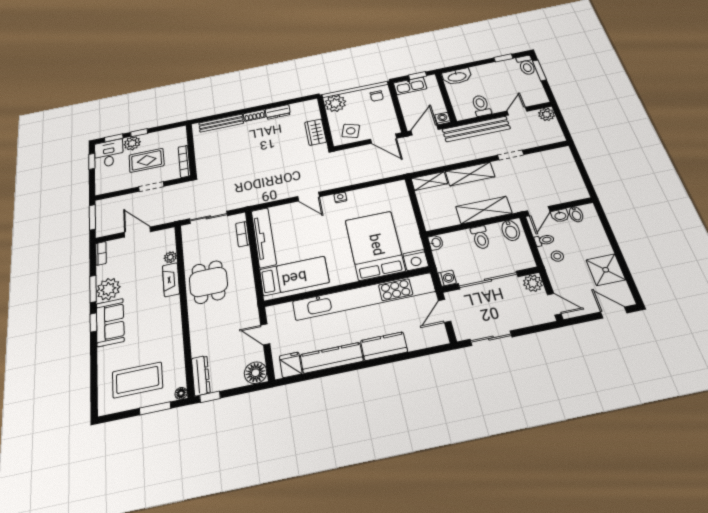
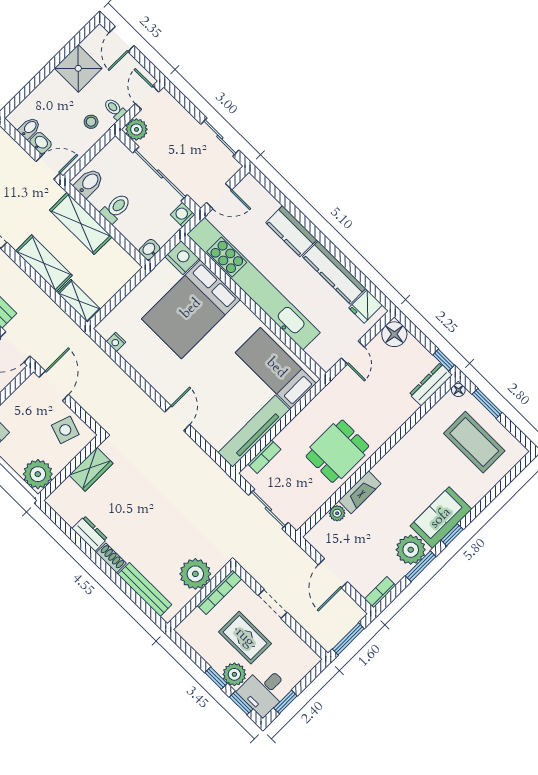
plant: (206, 154) -> (195, 574), added
nightstand: (340, 197) -> (116, 342), moved
toilet: (544, 240) -> (115, 109), moved

